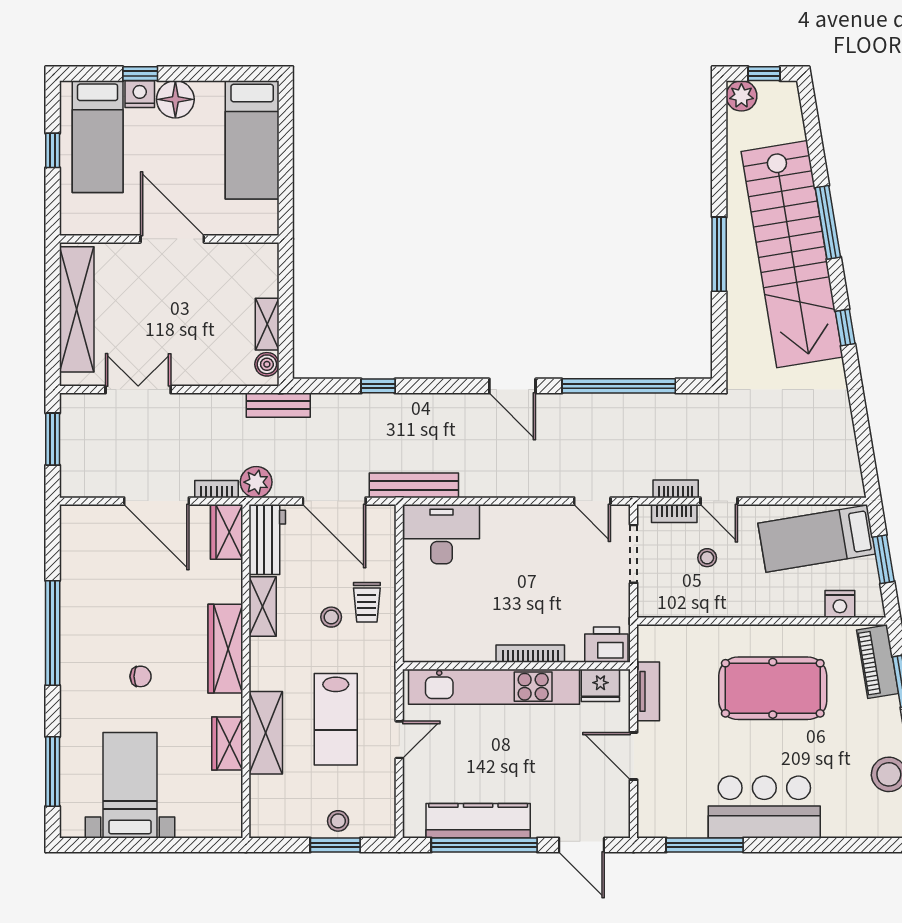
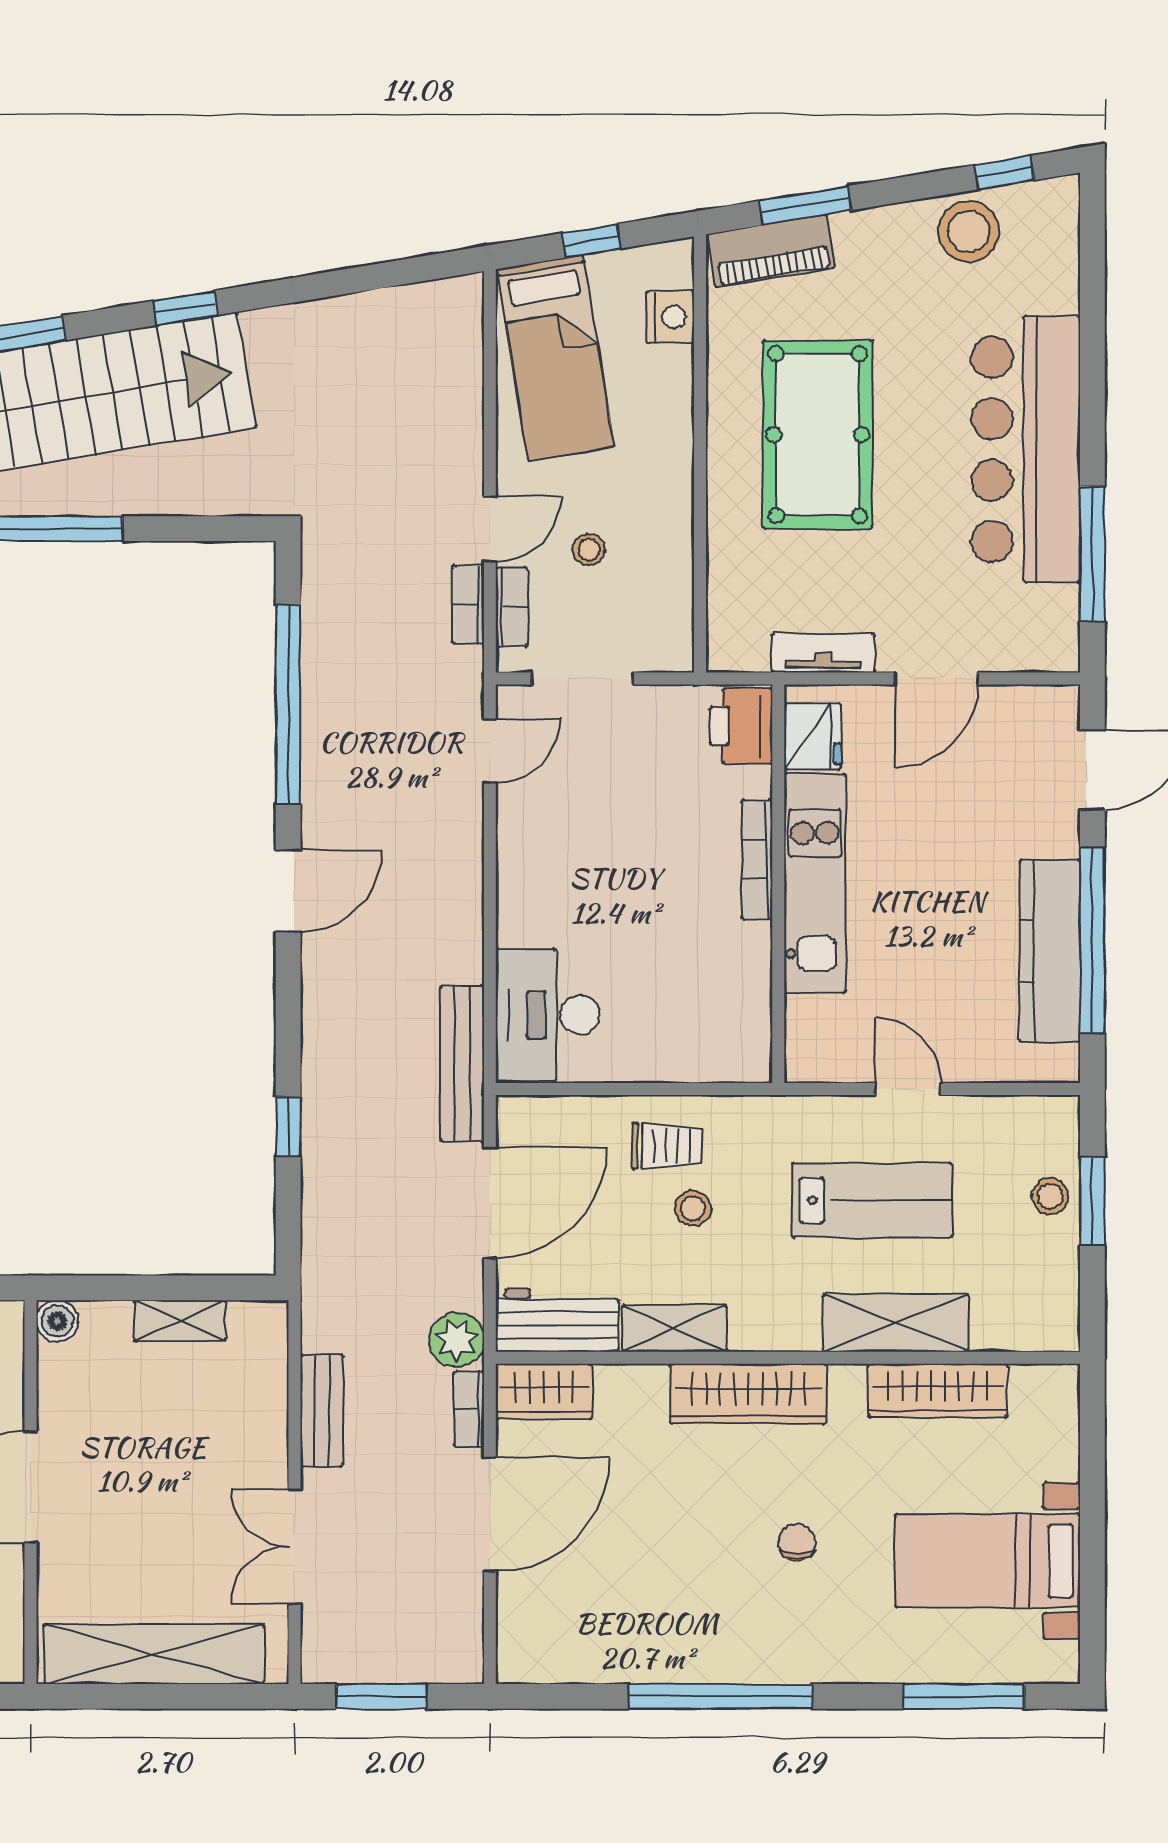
boiler: (267, 364) -> (57, 1321), moved
bench: (278, 405) -> (322, 1410), moved
window: (883, 559) -> (592, 241), width x0.67
kitchen unit: (494, 687) -> (815, 883), width x0.73
wardrobe: (227, 743) -> (938, 1391), width x1.50
bar counter: (764, 807) -> (1026, 449), width x1.36

